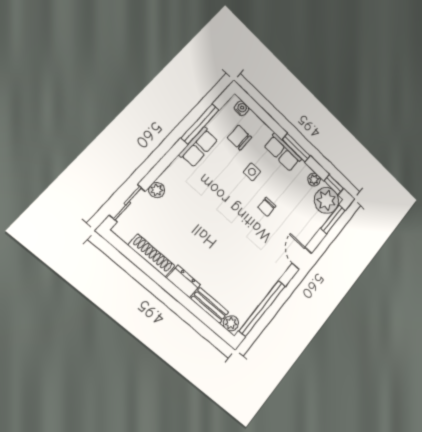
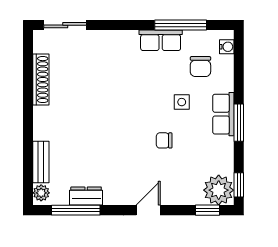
chair: (239, 138) -> (200, 67), turned 180
plant: (314, 180) -> (226, 163), removed
plant: (157, 190) -> (96, 38), removed
window: (333, 219) -> (207, 210), width x0.67
dresser: (184, 281) -> (86, 196), moved, turned -90
window: (262, 308) -> (76, 210), width x0.68

